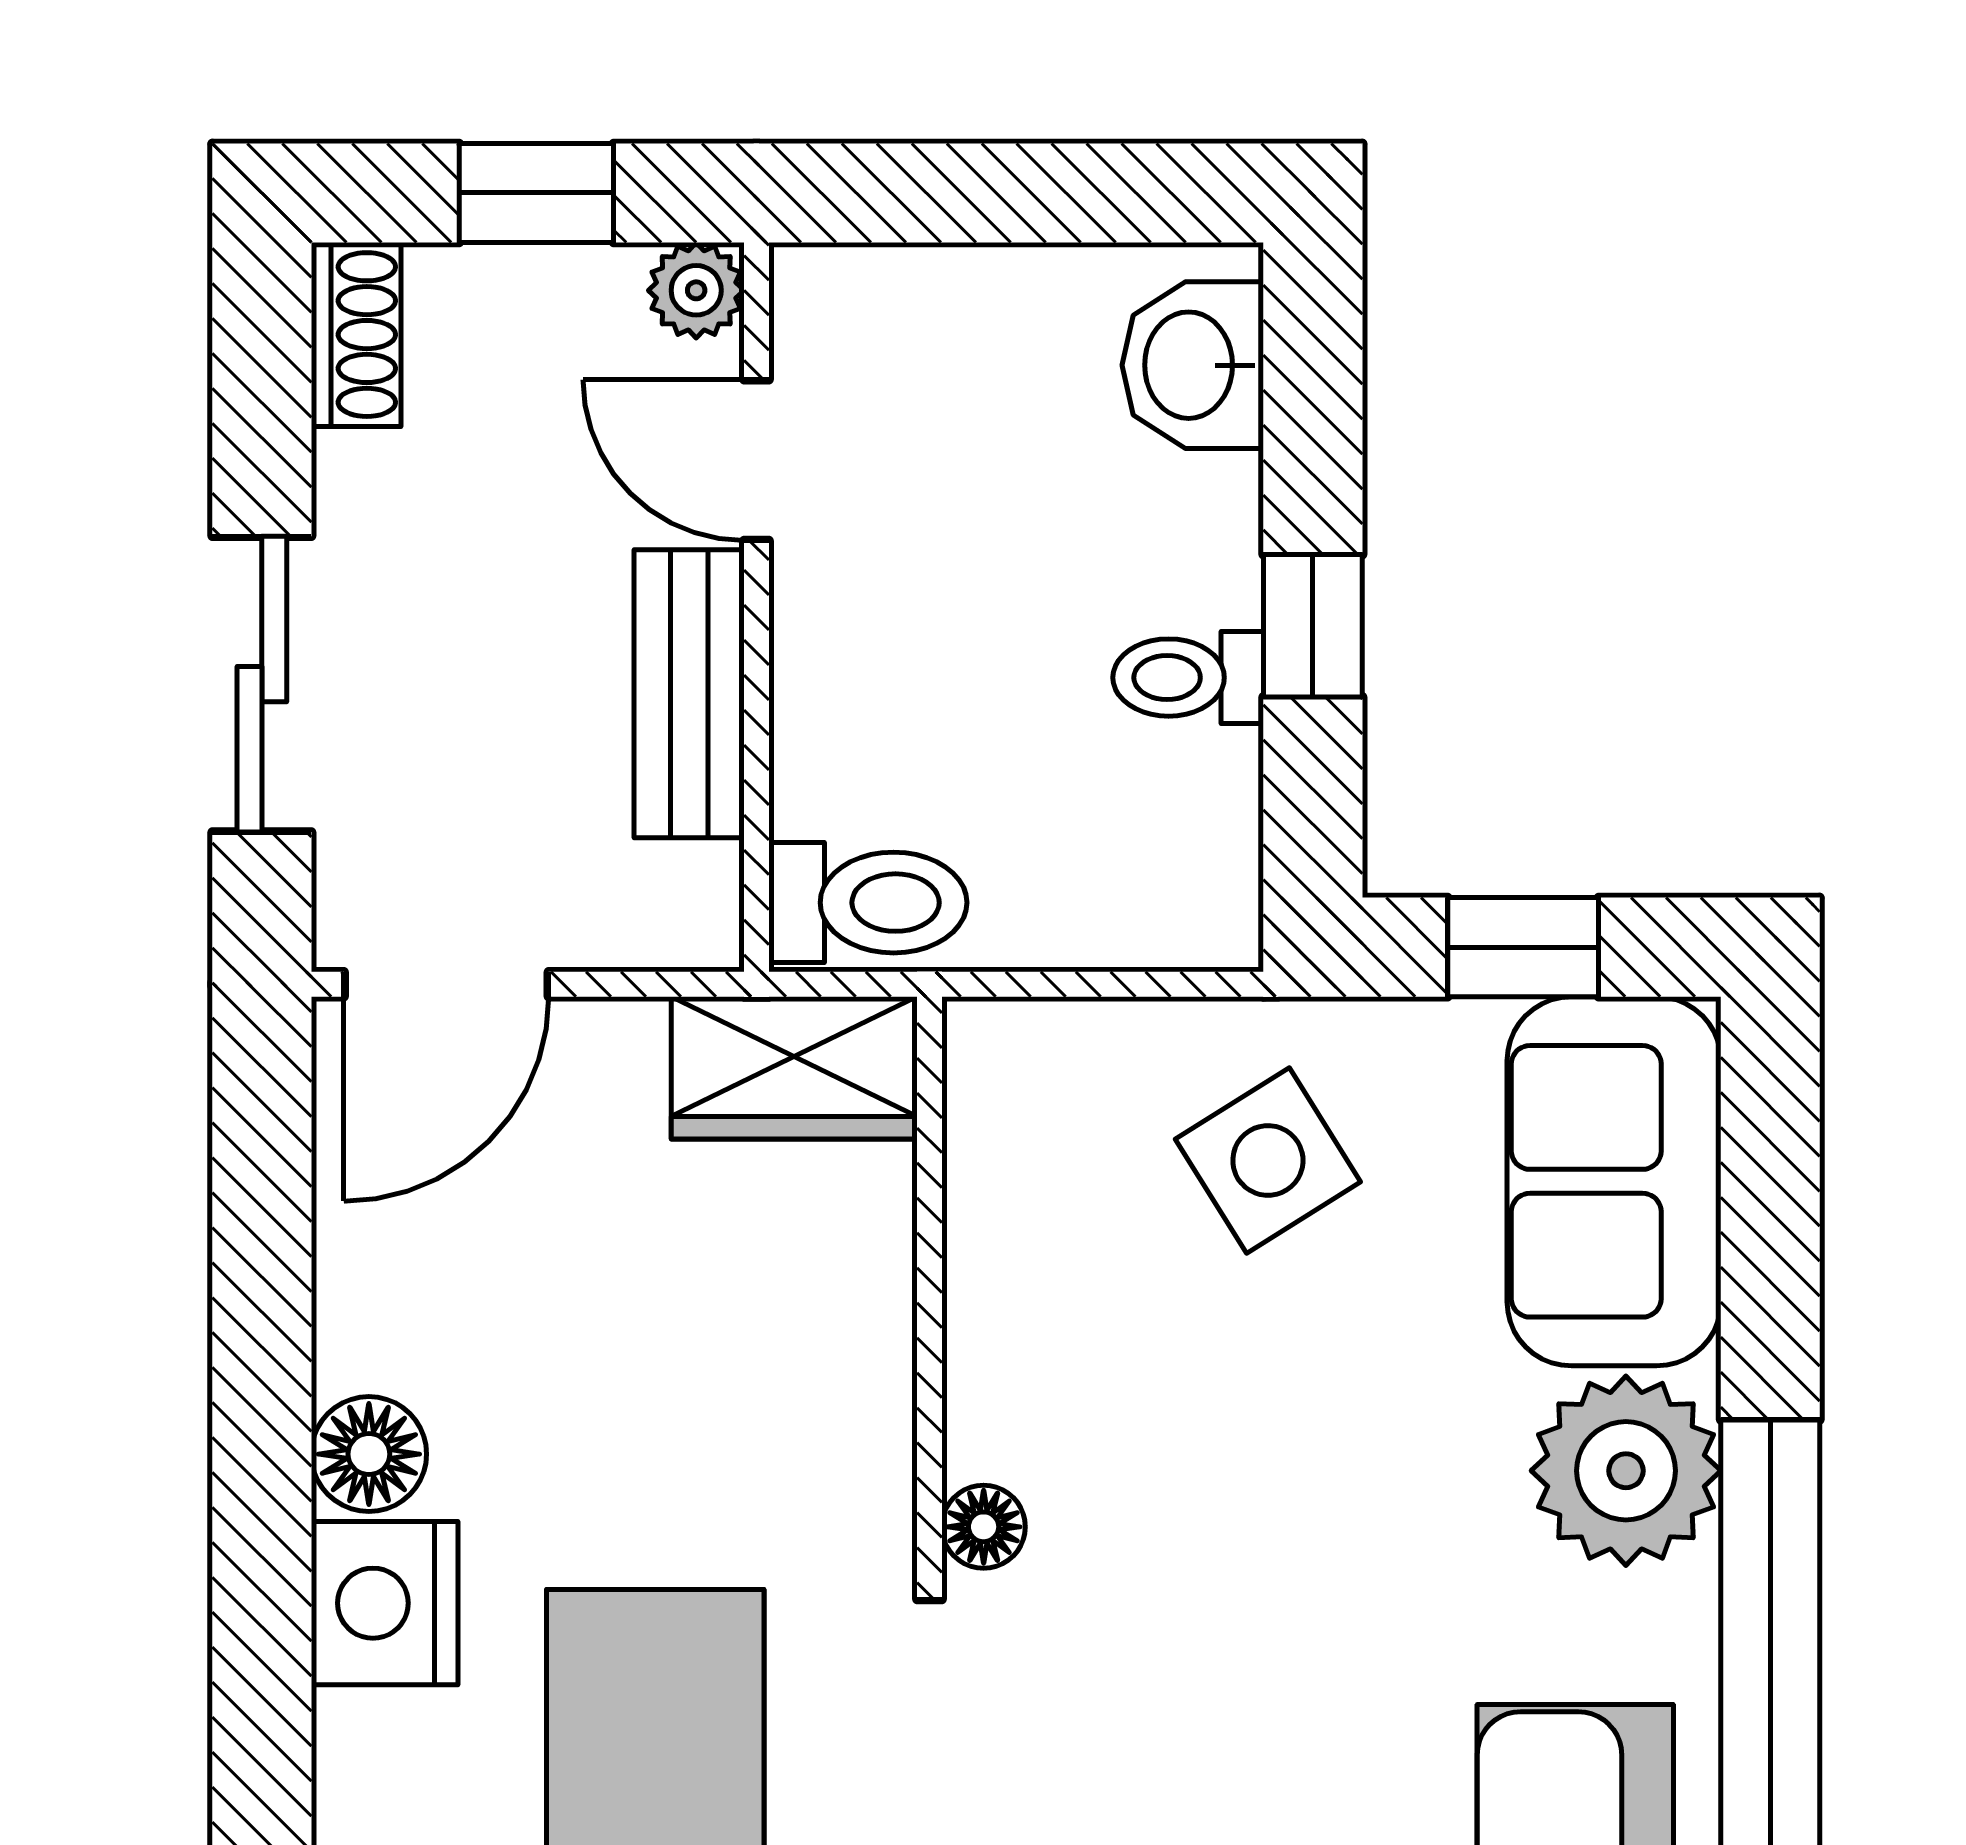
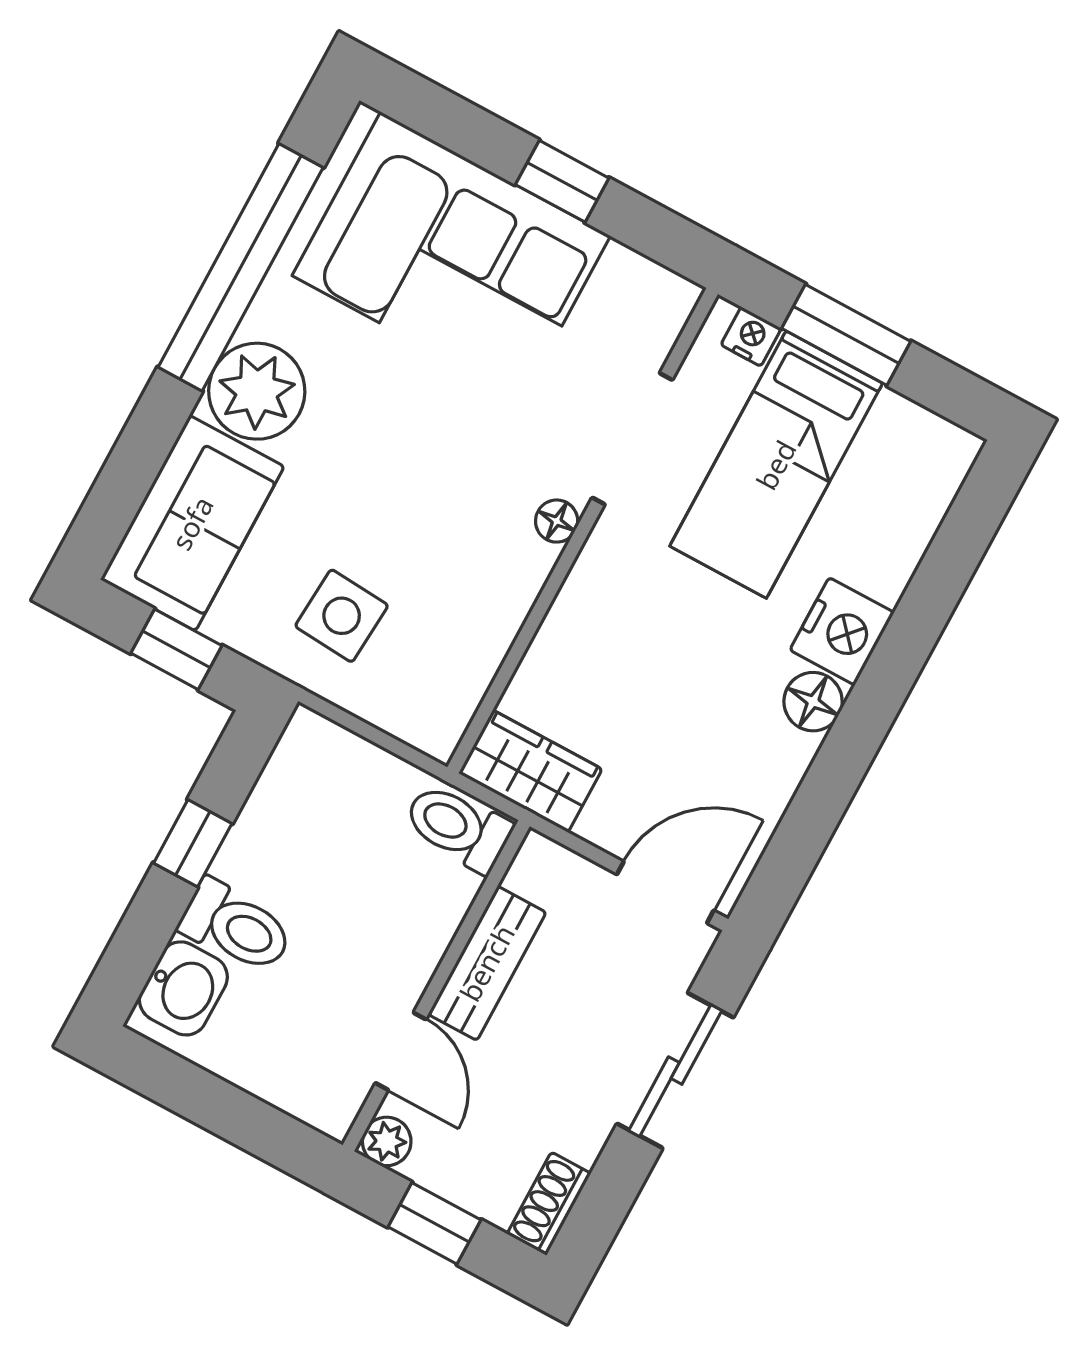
toilet: (1188, 678) -> (236, 927), moved, width x1.37, depth x1.39
side table: (1268, 1160) -> (342, 616), turned 36

